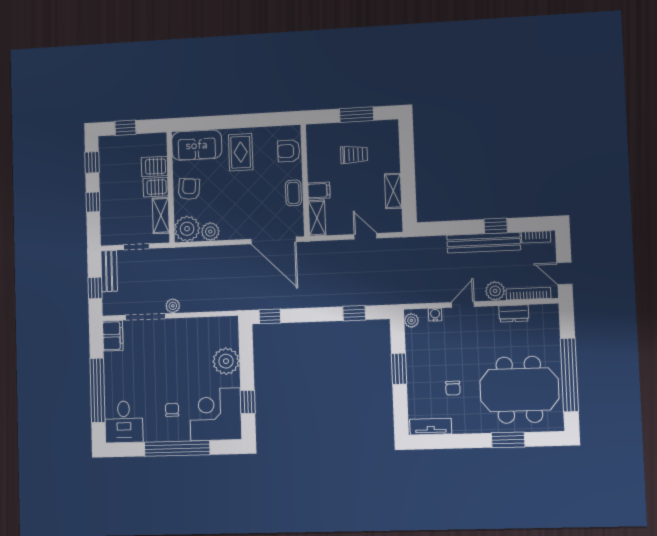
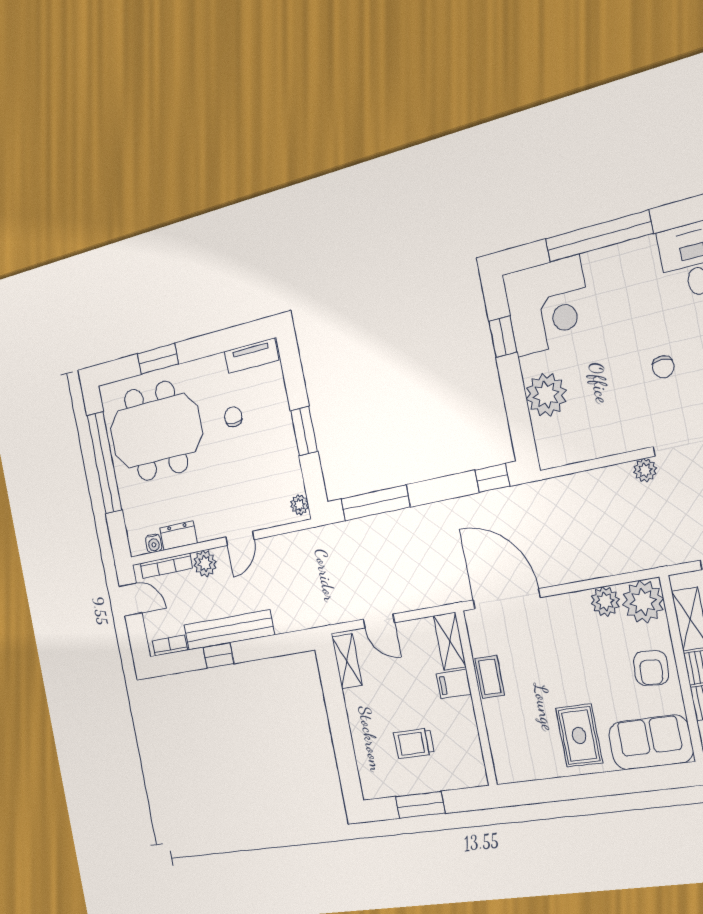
armchair: (289, 151) -> (507, 743), removed
shelving: (393, 191) -> (347, 661), moved
window: (354, 313) -> (375, 503), width x2.17
water cooler: (435, 315) -> (154, 543), moved
chair: (172, 410) -> (663, 367), moved

